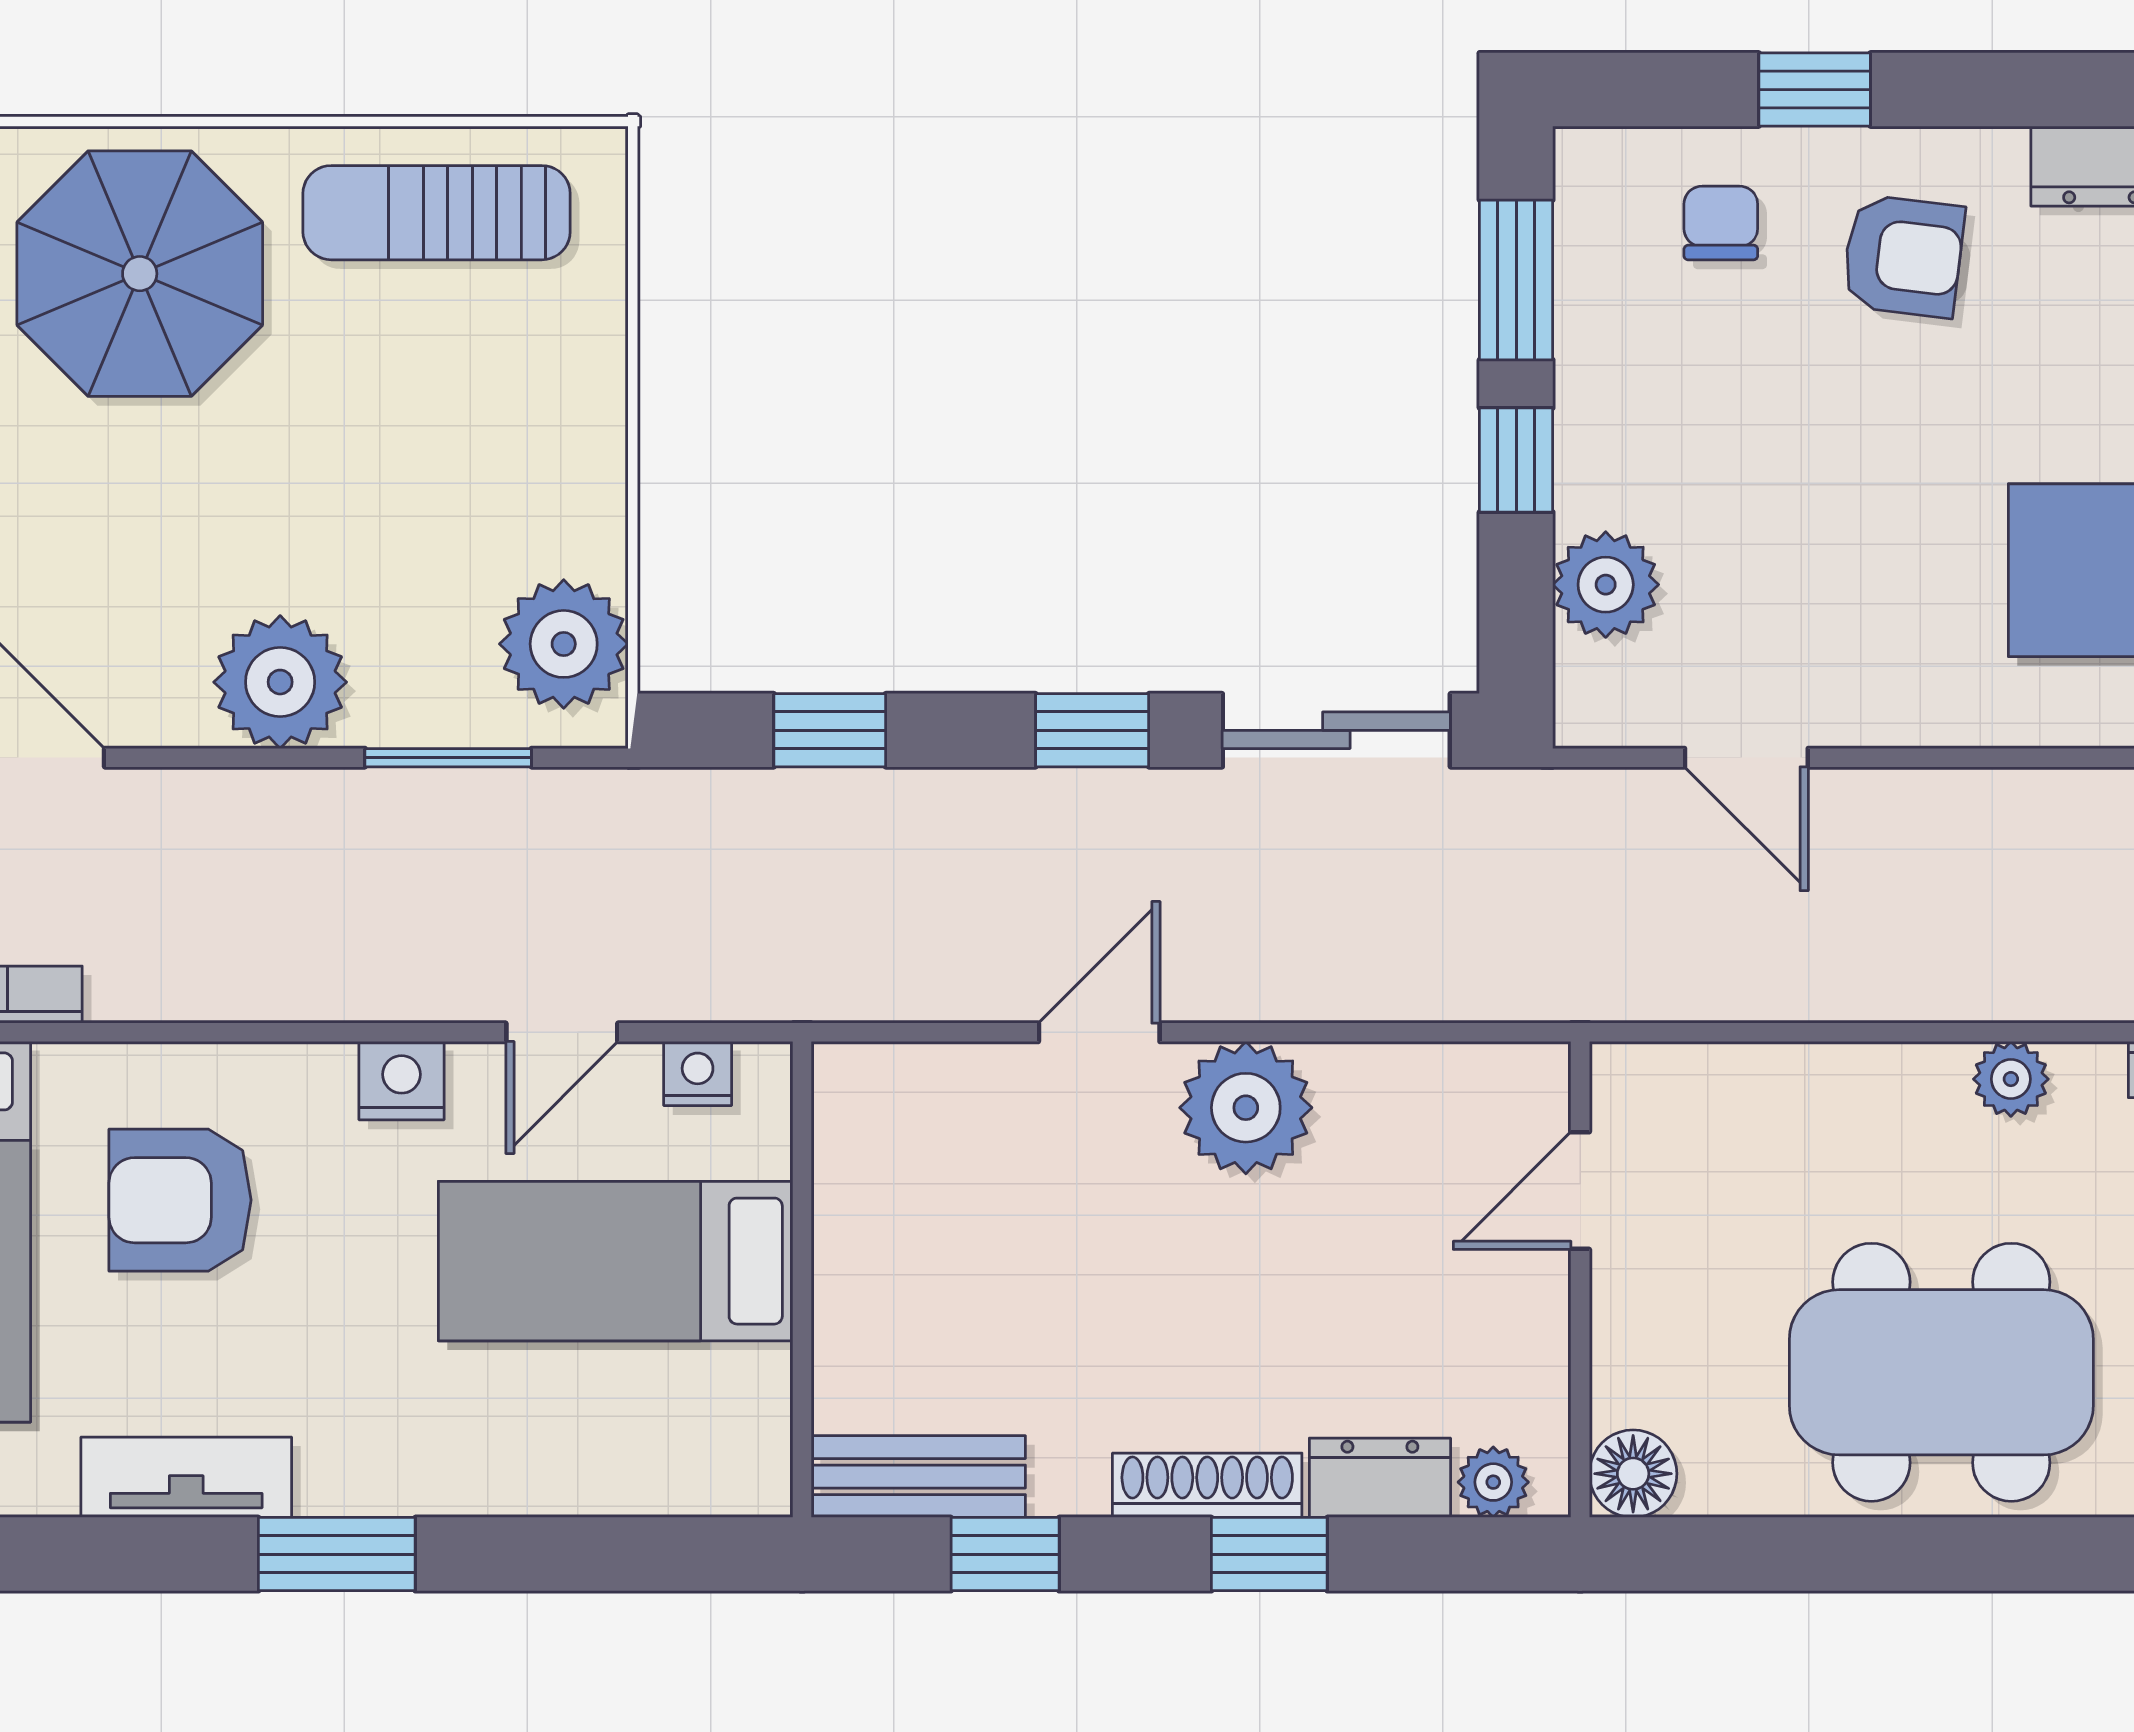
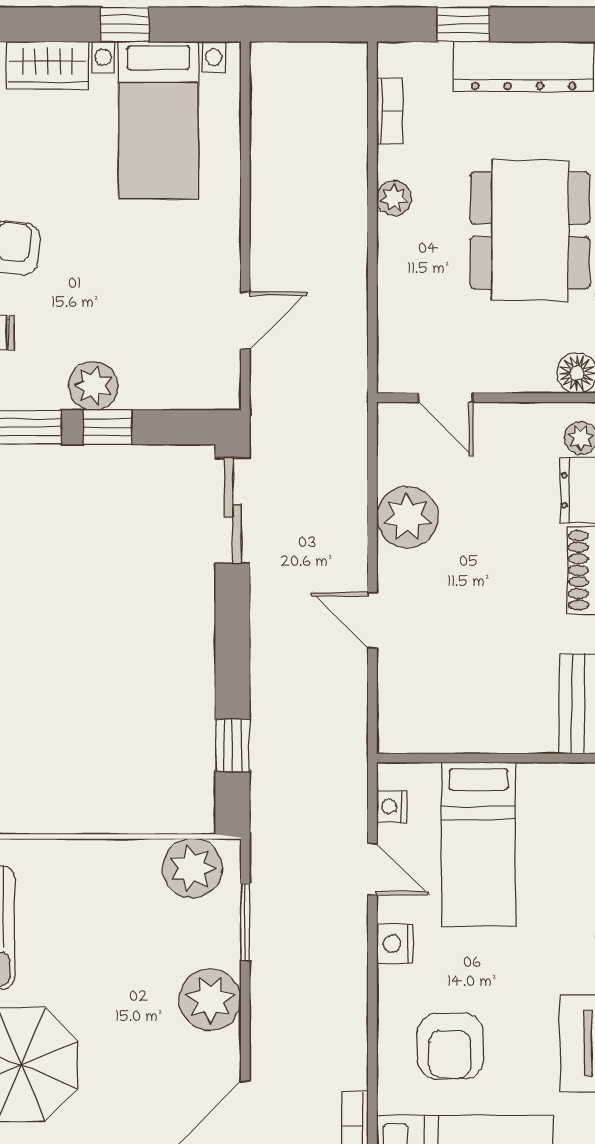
plant: (1606, 585) -> (93, 386), moved
window: (1092, 730) -> (233, 624), removed
plant: (1246, 1108) -> (407, 517), moved

